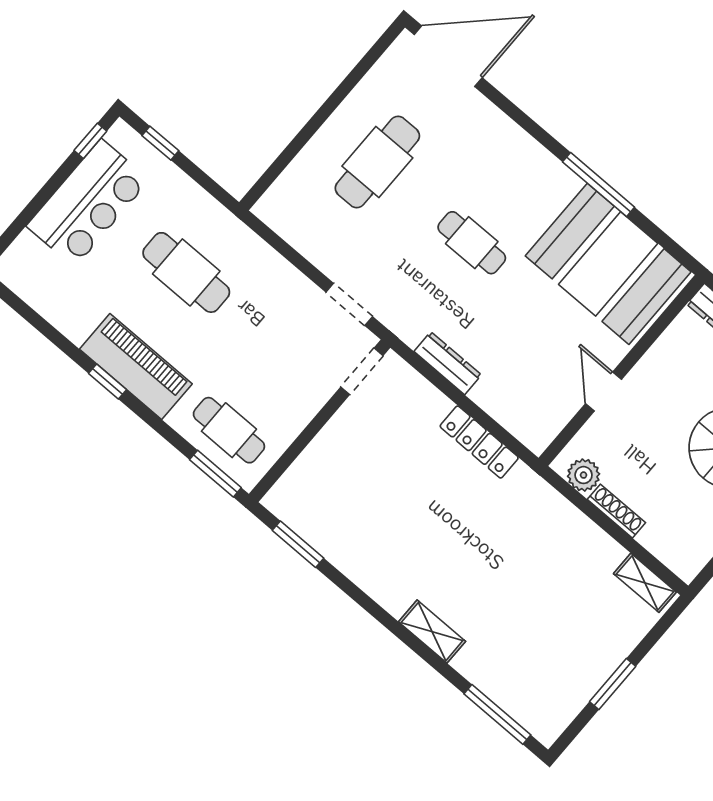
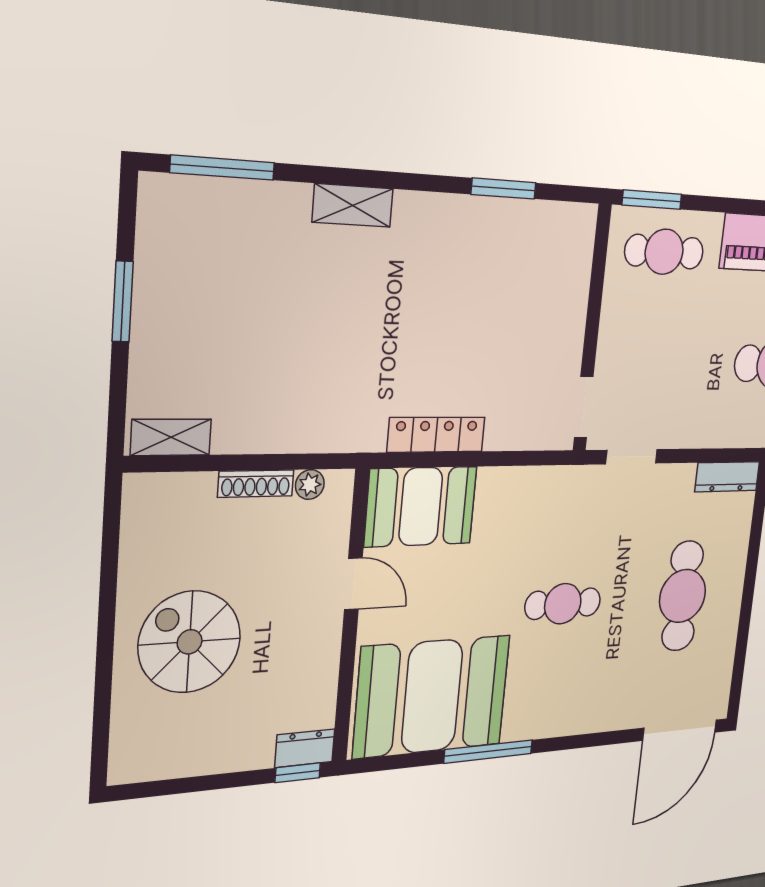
dresser: (448, 363) -> (727, 477), moved
booth: (523, 403) -> (421, 507), added
plant: (584, 475) -> (310, 485), width x0.73, depth x0.73
window: (298, 544) -> (504, 189), moved

